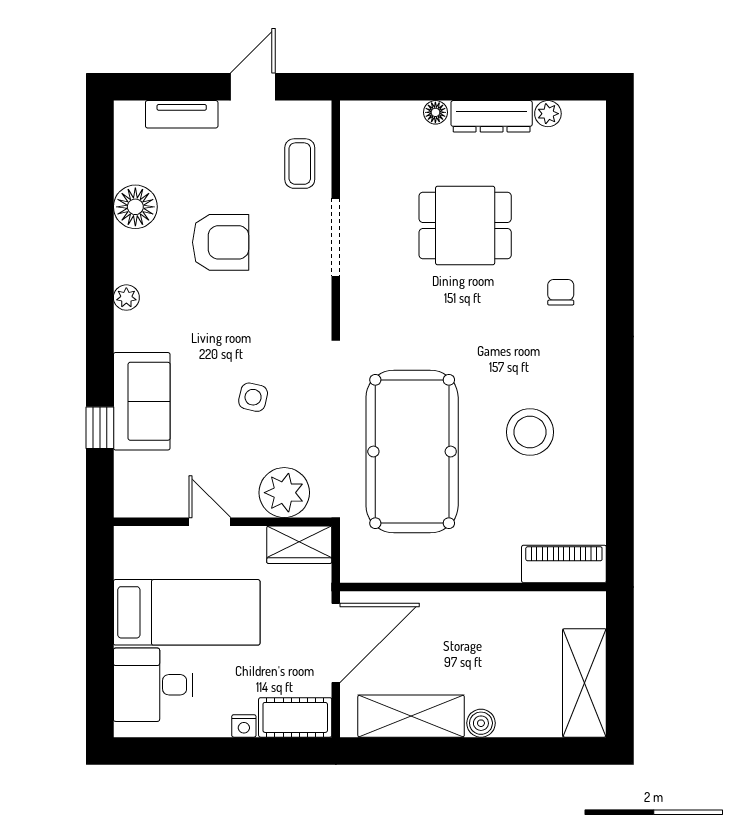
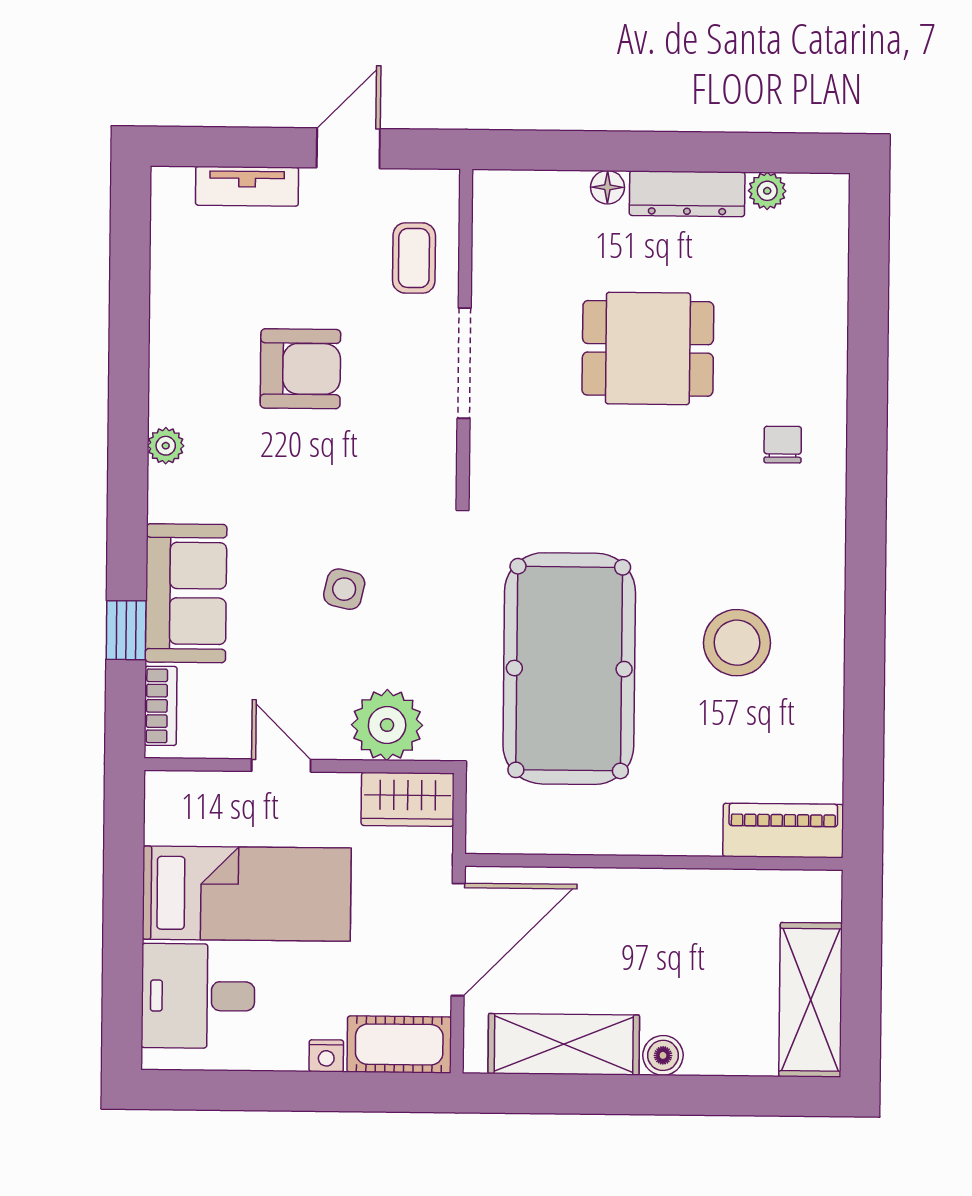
floor lamp: (135, 207) -> (180, 317), removed
bookcase: (125, 481) -> (161, 706), added

